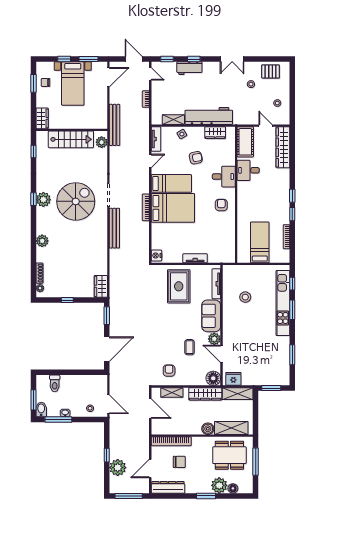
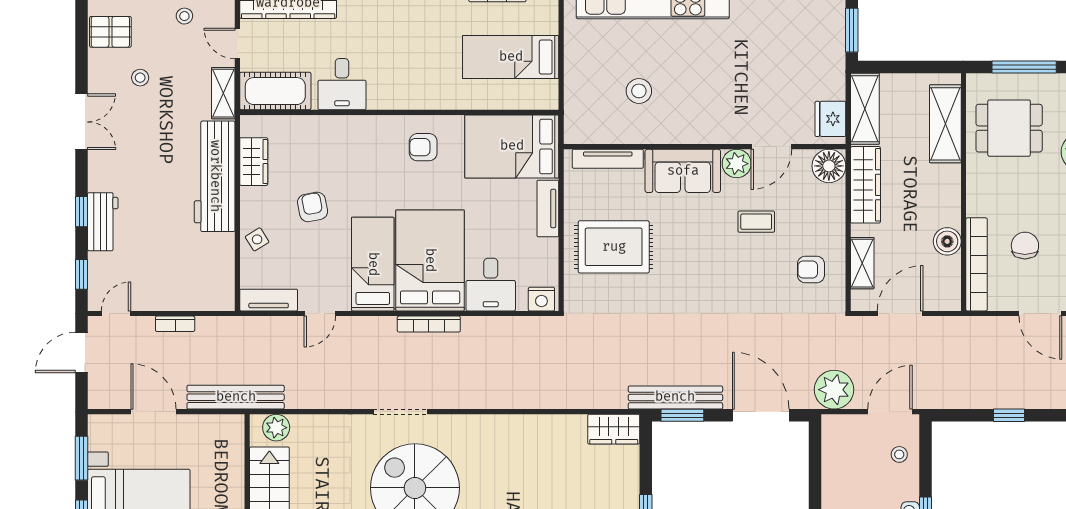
pallet: (271, 71) -> (110, 32), turned 90
door: (108, 77) -> (154, 412), moved
shelving: (173, 120) -> (223, 93), moved
door: (266, 126) -> (237, 44), hinge flipped
door: (150, 161) -> (320, 314), swing flipped
desk: (224, 177) -> (491, 285), moved, turned 180
bench: (114, 228) -> (675, 397), moved
bed: (222, 243) -> (512, 146), added
boiler: (208, 429) -> (947, 241), moved
dining table: (229, 455) -> (1009, 128), width x0.73
plant: (118, 468) -> (834, 390), moved

